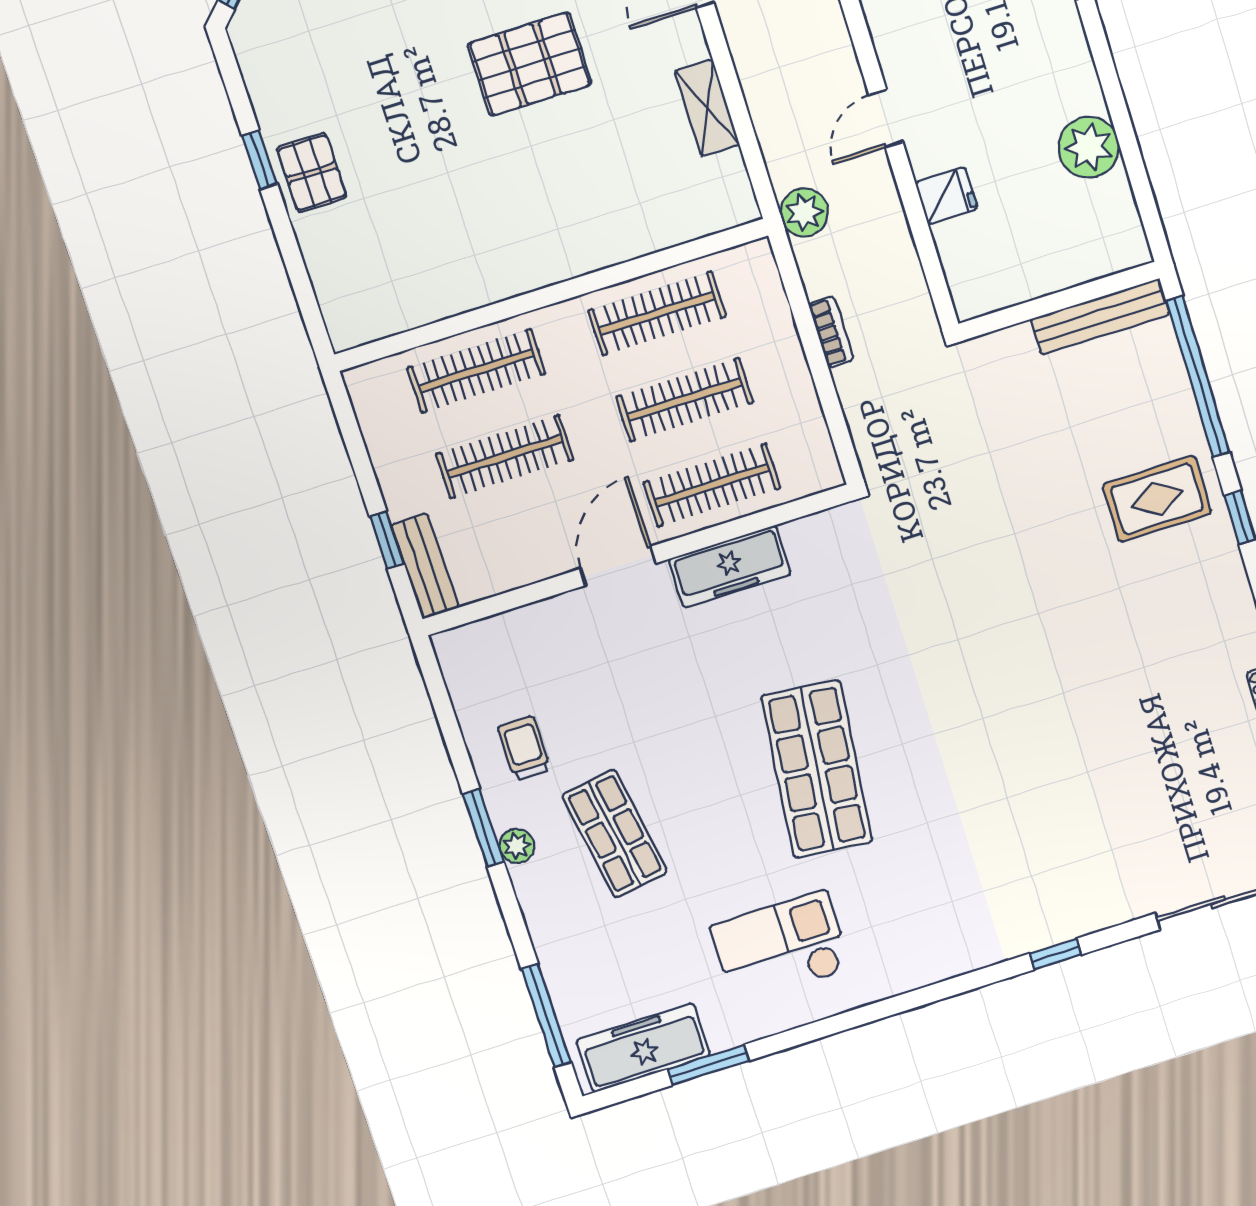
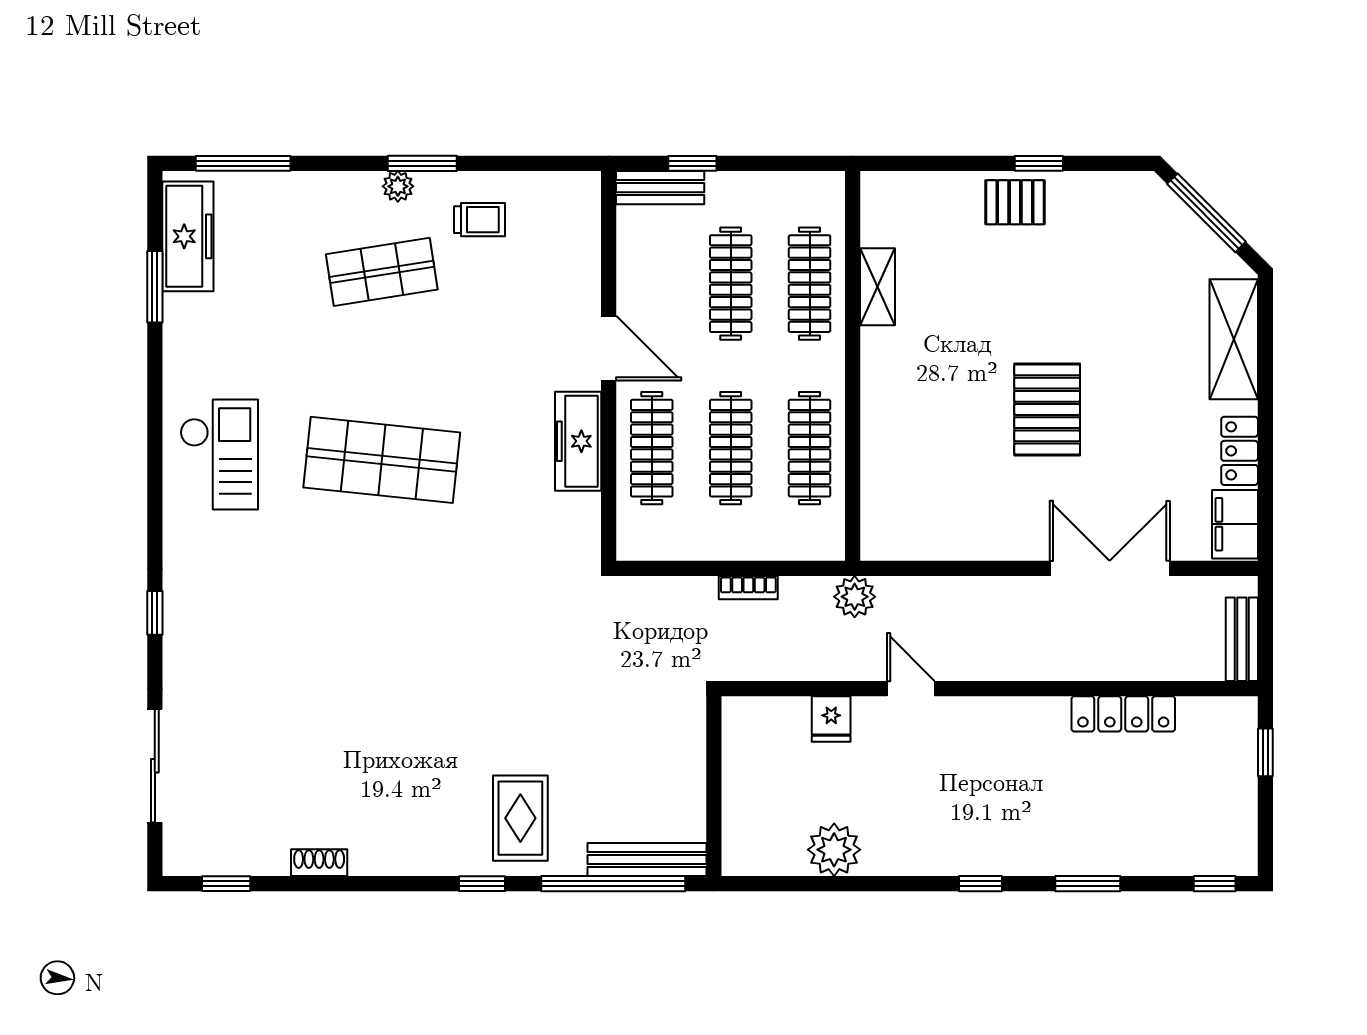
shelving: (707, 108) -> (877, 287), moved, turned 90
bench: (1100, 317) -> (647, 860), moved, turned 90
checkout: (781, 948) -> (219, 454), moved

